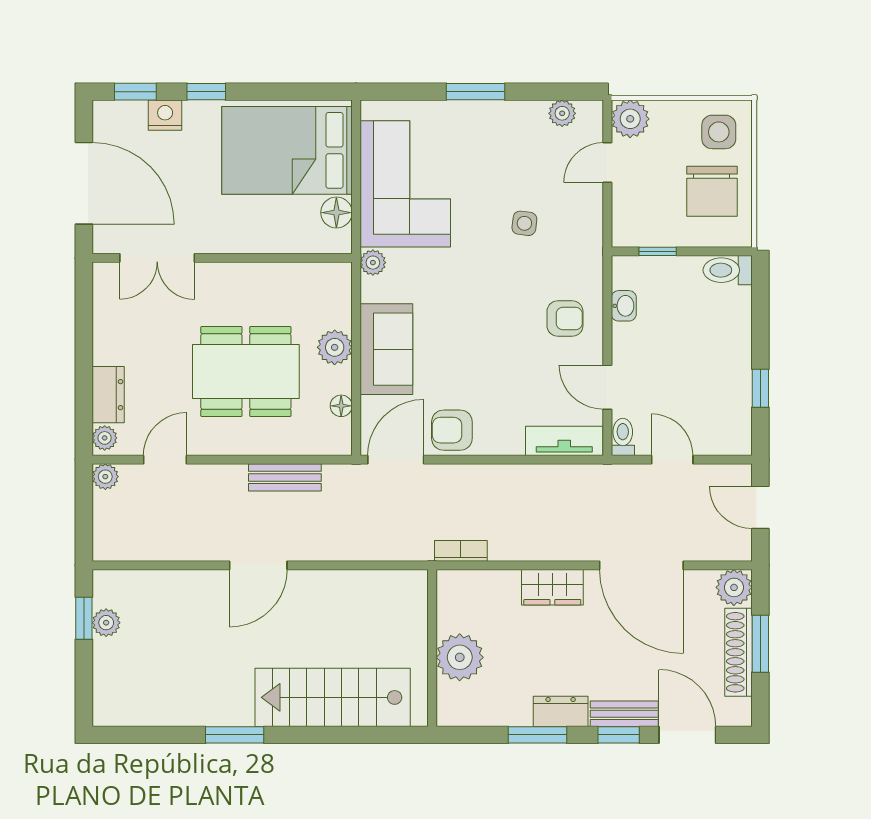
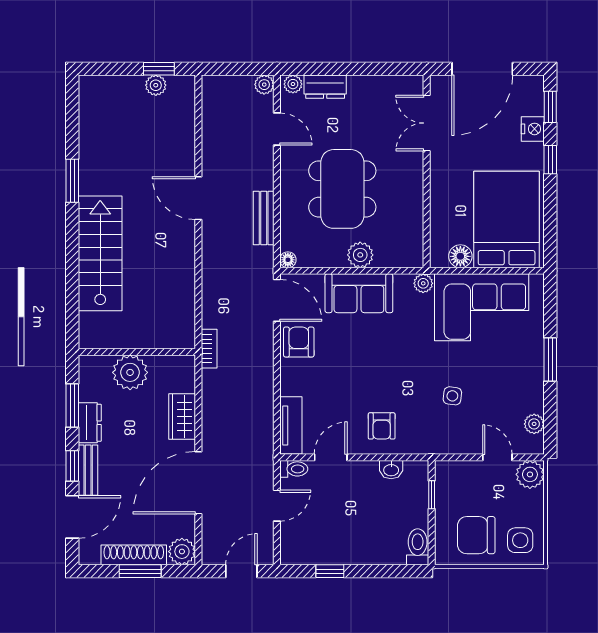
floor lamp: (341, 406) -> (288, 260), moved
wall: (432, 648) -> (137, 352), moved
plant: (460, 657) -> (130, 372), moved

